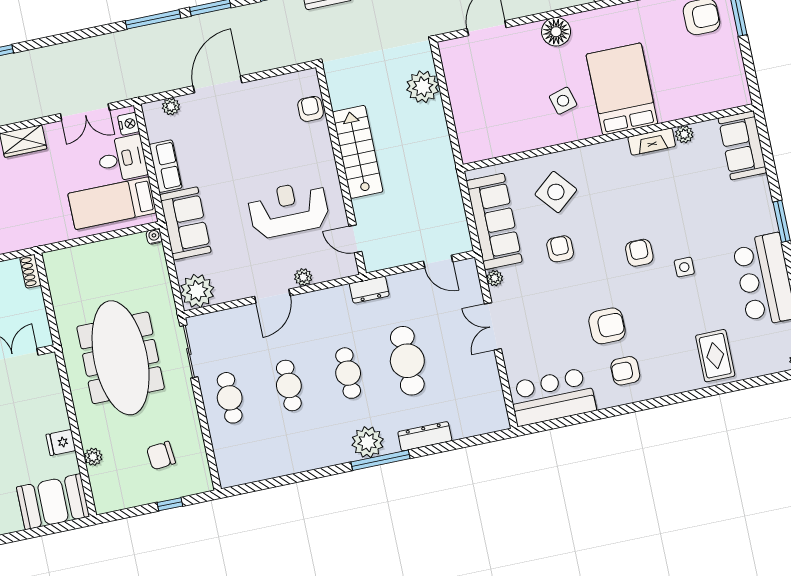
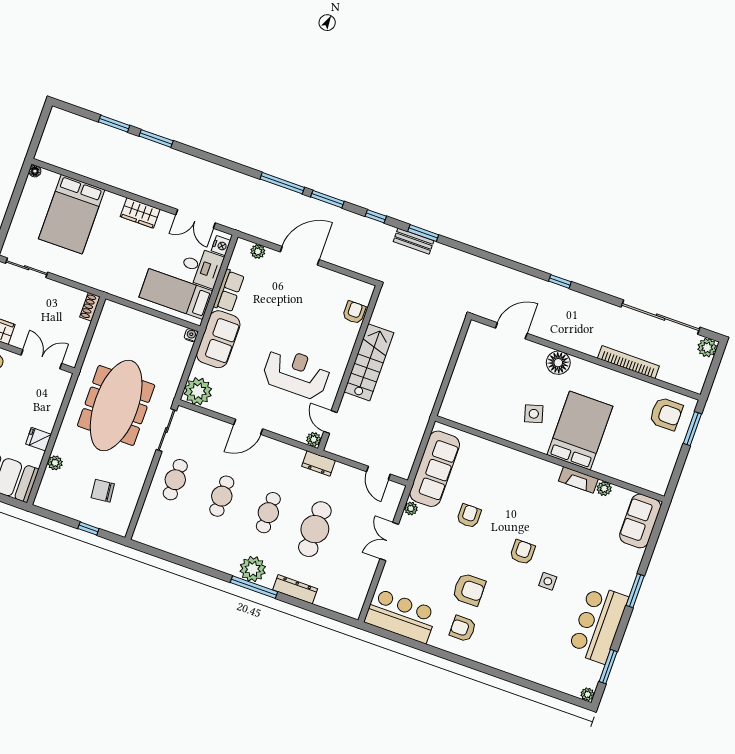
plant: (423, 87) -> (442, 345), removed
side table: (556, 192) -> (490, 474), removed
plant: (303, 277) -> (314, 439), moved
rug: (715, 356) -> (532, 656), removed

